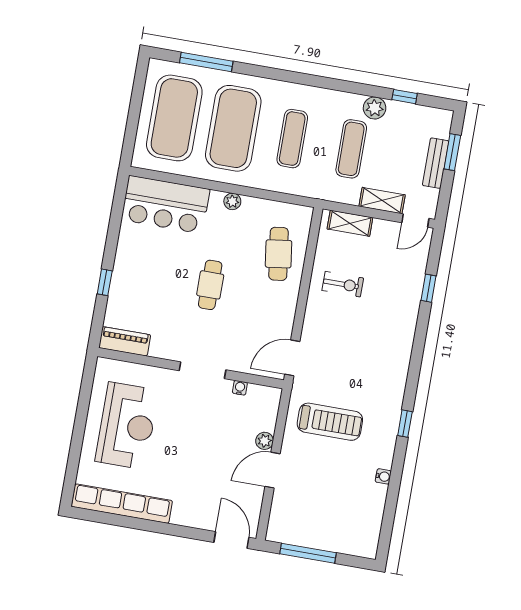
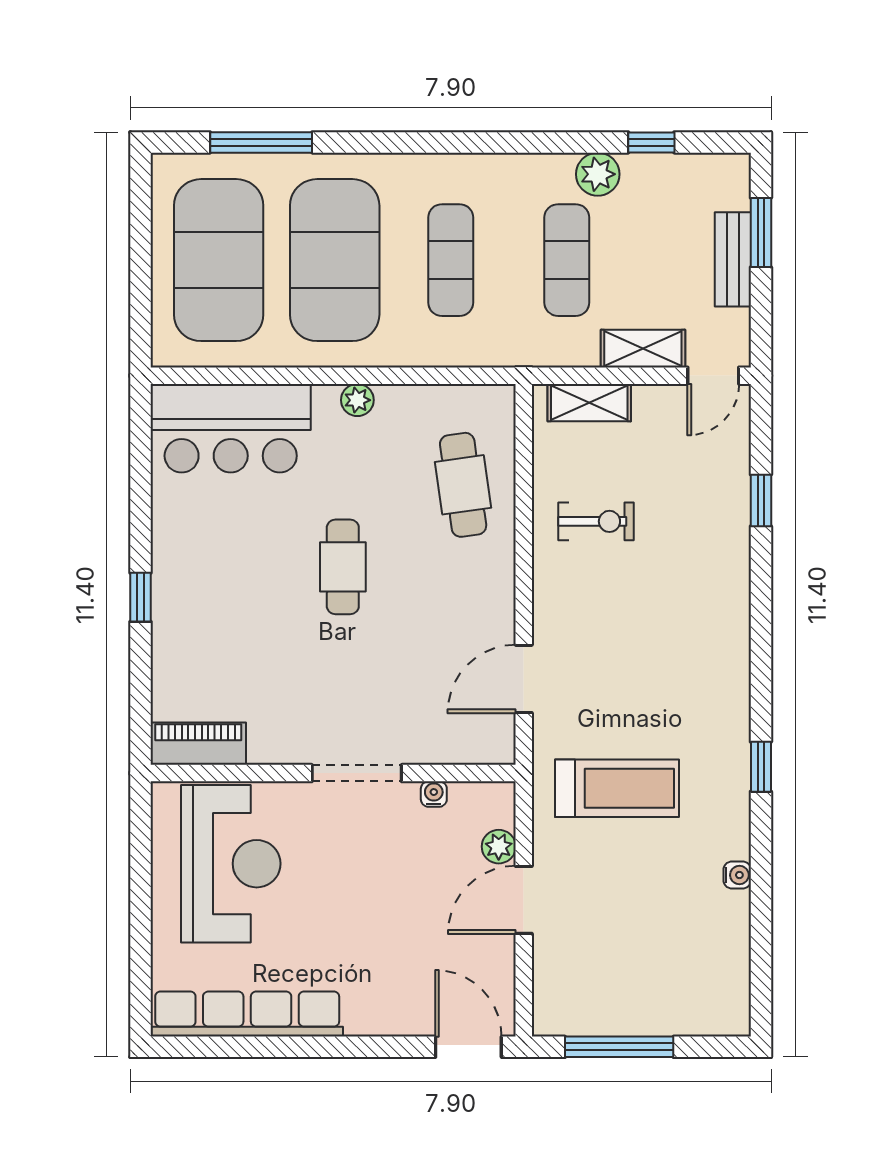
piano: (125, 341) -> (198, 744), moved
wall: (191, 368) -> (333, 773), moved
doorway: (203, 370) -> (357, 773), moved
water cooler: (240, 388) -> (434, 794), moved

